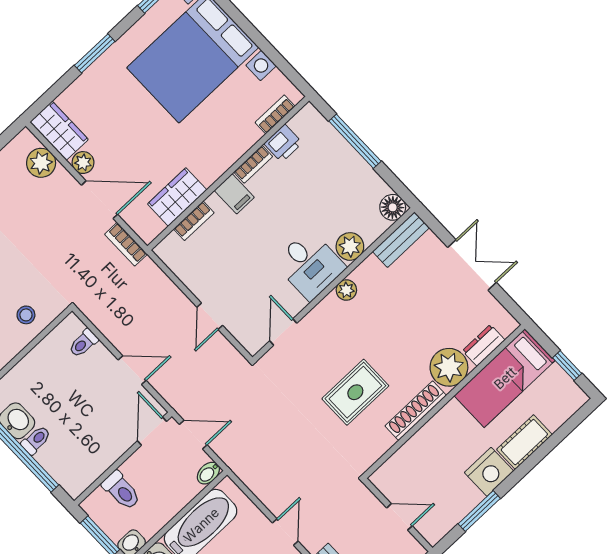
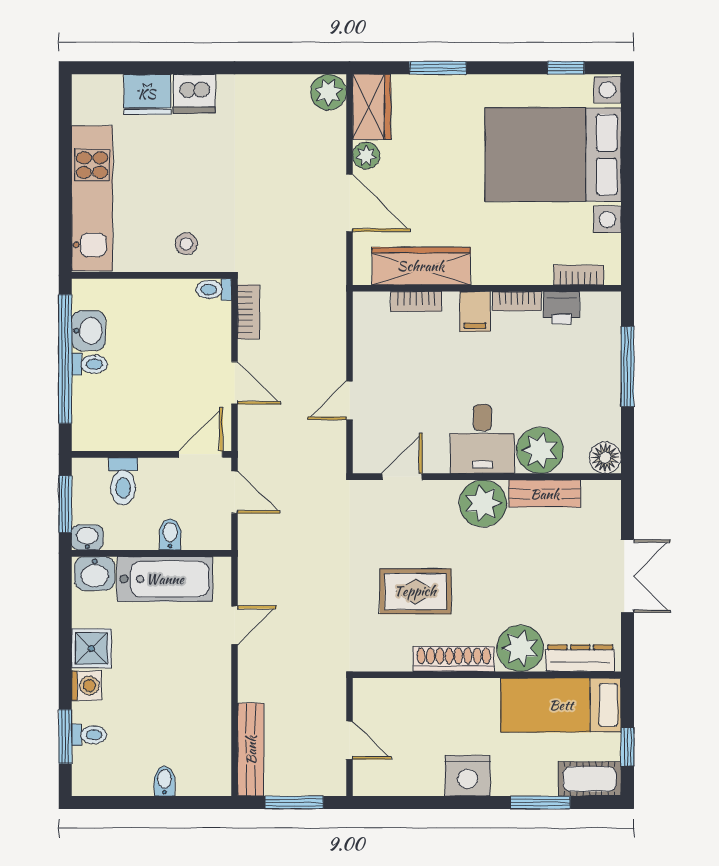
window: (95, 53) -> (438, 68), moved
plant: (41, 163) -> (328, 92), moved
wardrobe: (177, 197) -> (421, 266), width x1.50
bench: (401, 240) -> (545, 494), moved
bookcase: (126, 244) -> (249, 312), moved, turned 180
plant: (350, 246) -> (540, 450), width x1.36, depth x1.36
plant: (346, 290) -> (483, 503), width x1.88, depth x1.88
toilet: (83, 343) -> (214, 289), moved
dresser: (484, 345) -> (580, 658), width x1.44
cot: (524, 442) -> (590, 779), moved
bidet: (208, 473) -> (170, 534), moved, turned 90
window: (479, 511) -> (540, 802), moved
door: (285, 532) -> (235, 625), moved

